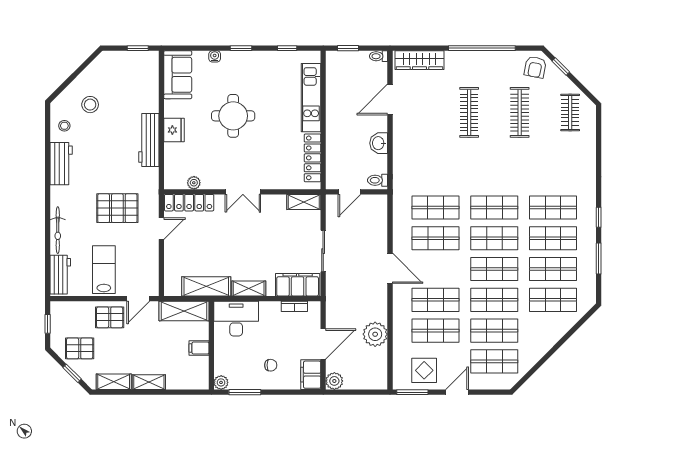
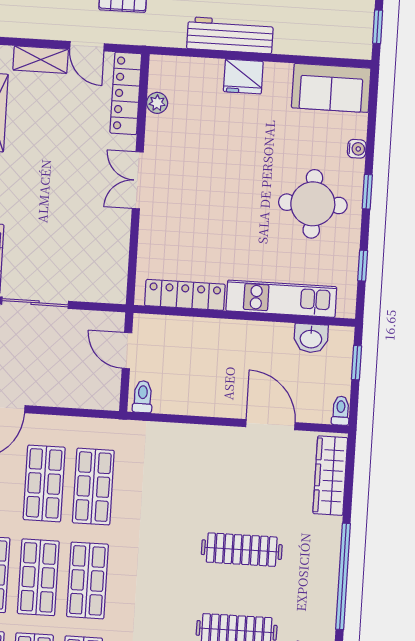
round table: (233, 116) -> (313, 204), moved
washbasin: (379, 143) -> (311, 338), moved, turned 180
shelving: (304, 202) -> (41, 60), moved, turned 90

